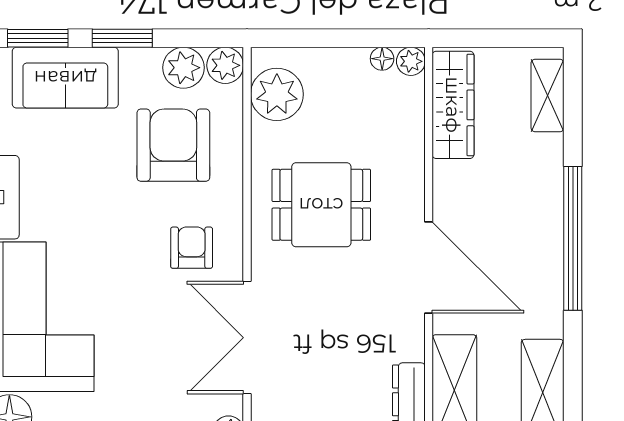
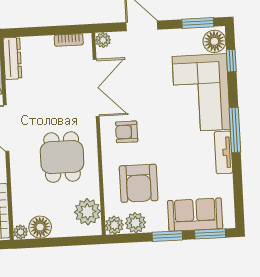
floor lamp: (382, 59) -> (40, 227), width x1.89, depth x1.89
dining table: (321, 205) -> (62, 157), turned 90
armchair: (192, 248) -> (127, 132), turned 90

